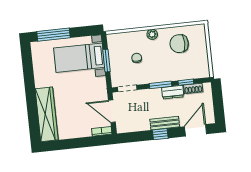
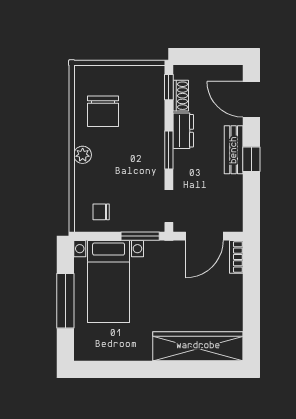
window: (53, 35) -> (65, 301), moved
chair: (137, 58) -> (101, 212), moved
window: (107, 61) -> (140, 236), moved
window: (186, 82) -> (169, 87), moved

